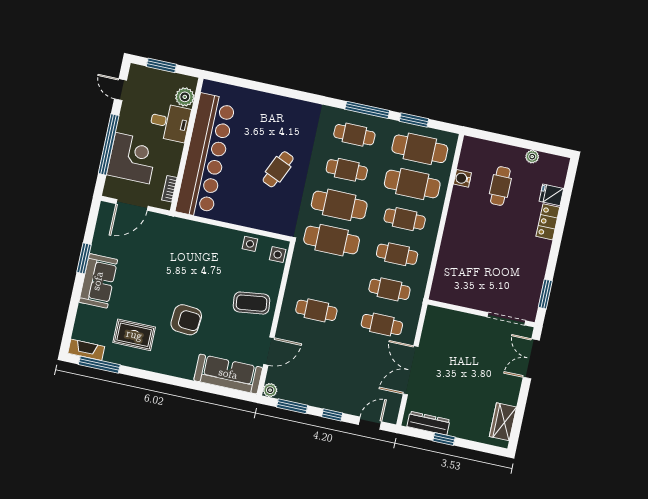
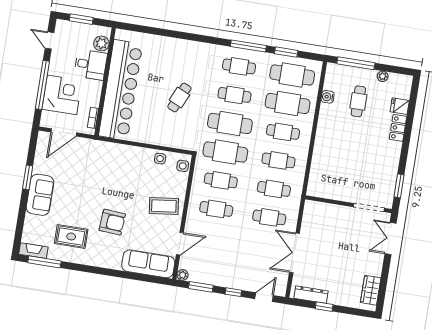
window: (500, 139) -> (356, 63), added
cafe table: (324, 275) -> (221, 180), added

